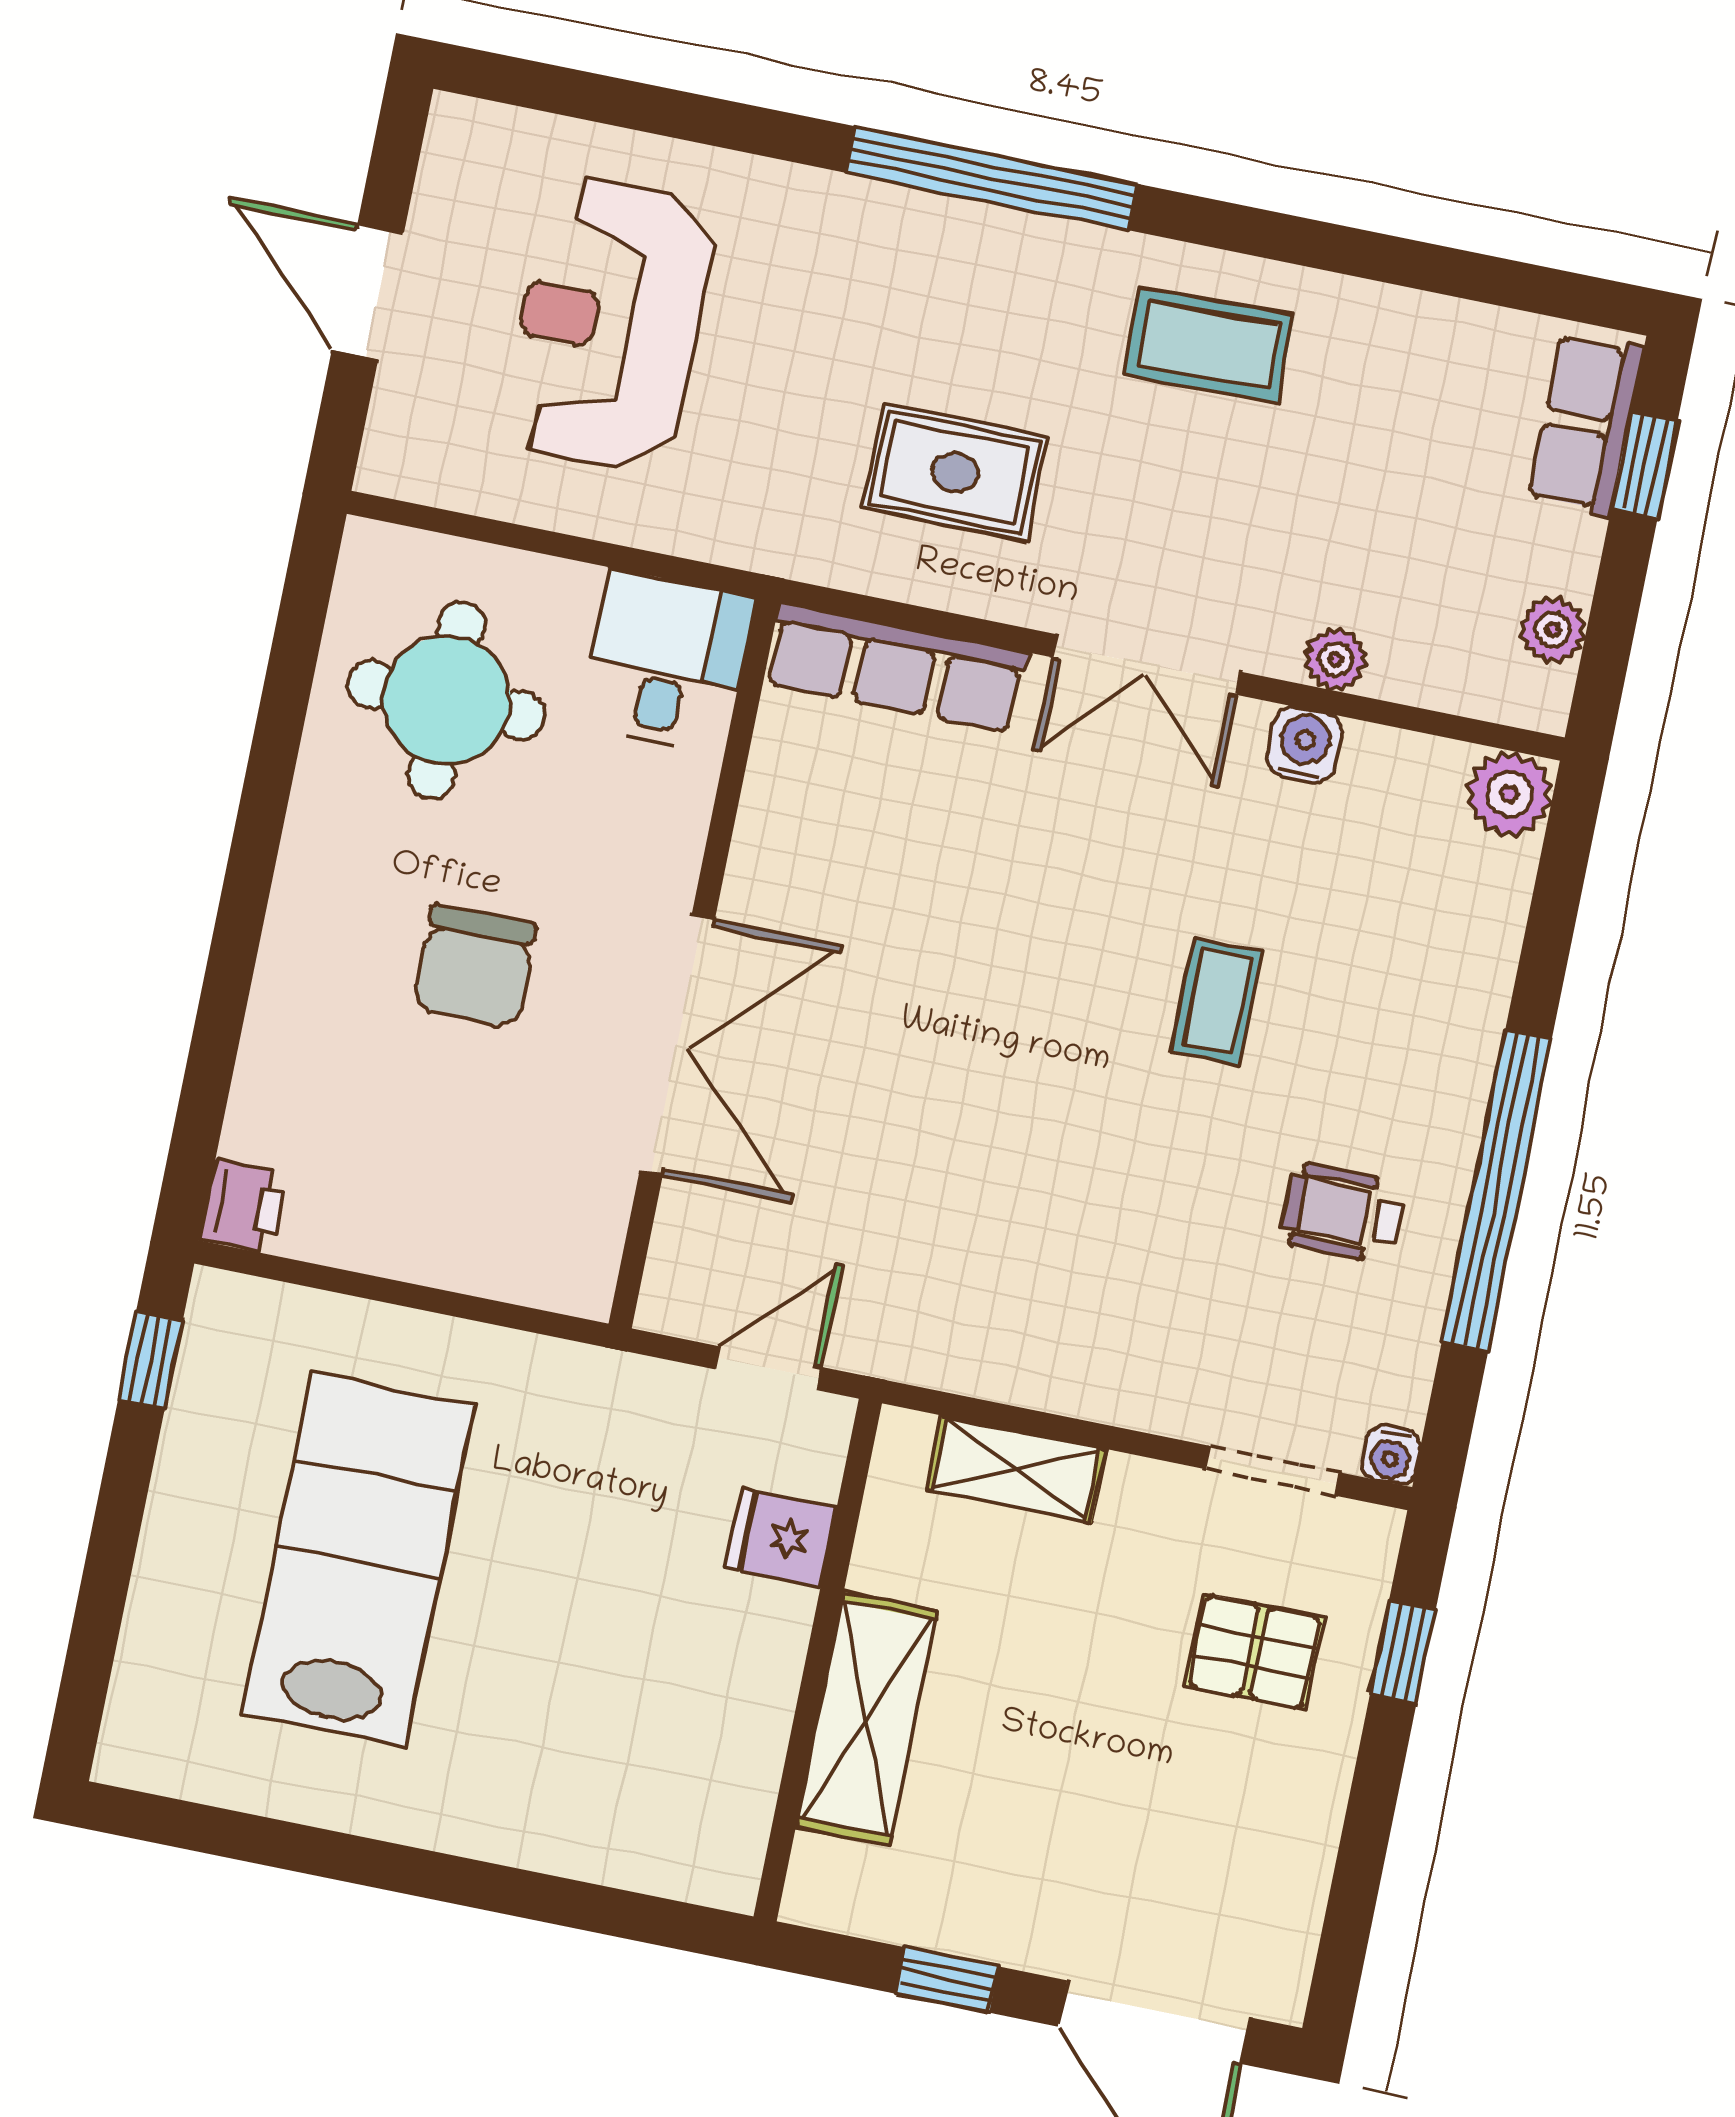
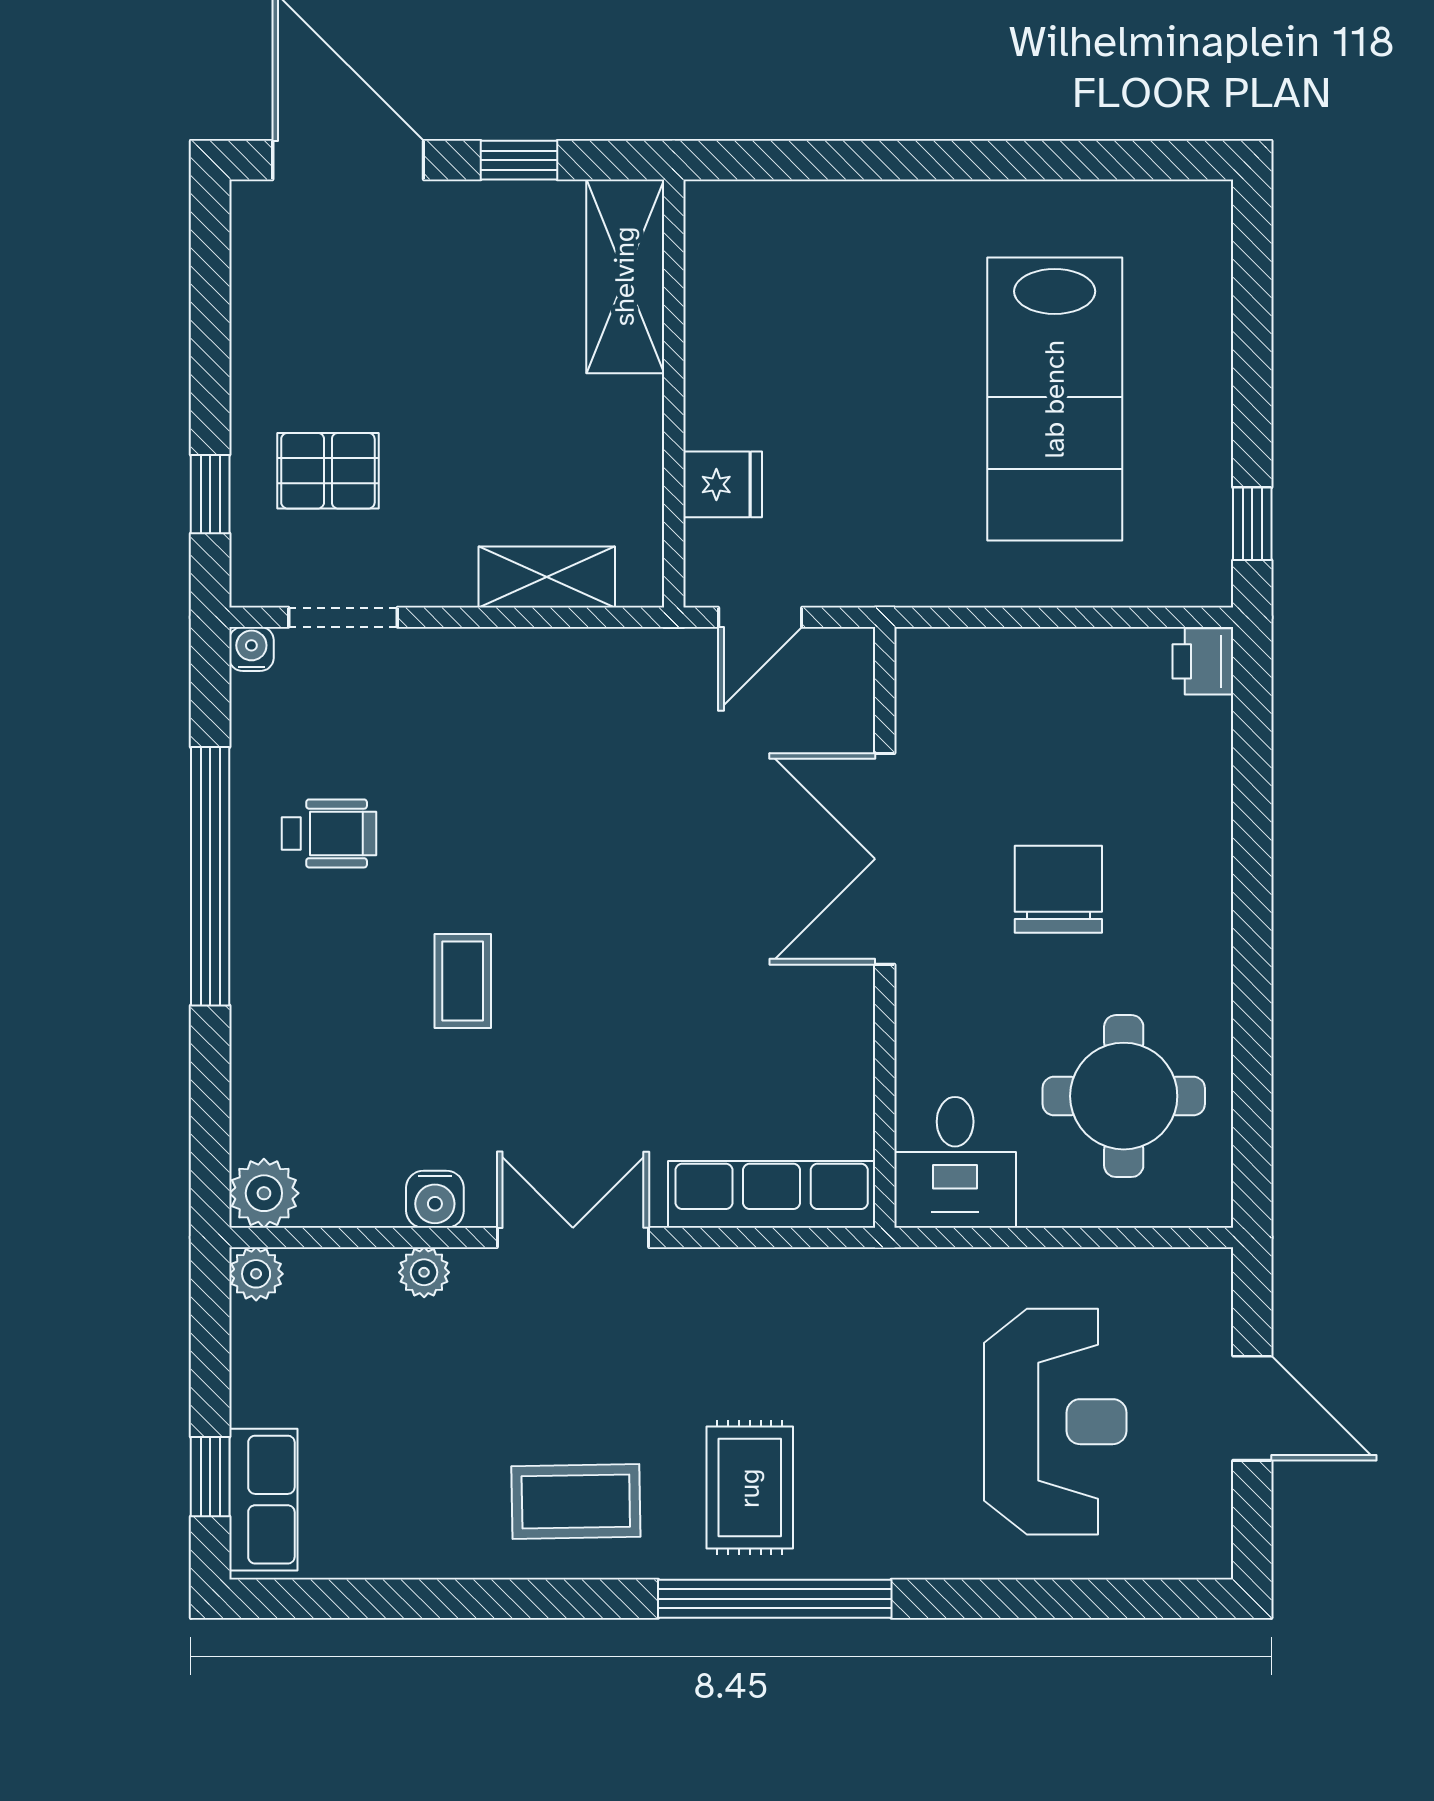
rug: (955, 472) -> (750, 1488), moved, turned 90
plant: (1553, 630) -> (256, 1274), moved
shelving: (867, 1719) -> (625, 276), moved

